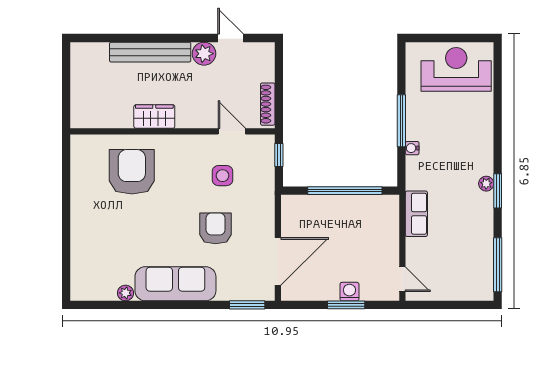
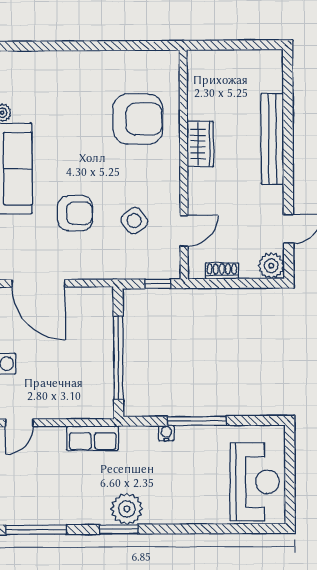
plant: (204, 54) -> (271, 266), moved
shoe rack: (268, 104) -> (222, 271), width x0.70
side table: (223, 176) -> (134, 221), turned -37
plant: (486, 184) -> (127, 509), width x1.87, depth x1.87

